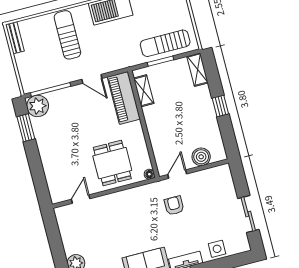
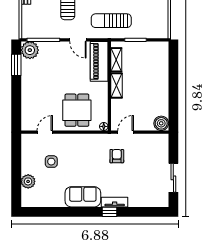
sun lounger: (165, 43) -> (111, 21), moved
shelving: (197, 70) -> (116, 86), moved
window: (220, 106) -> (173, 87), removed
boiler: (201, 157) -> (161, 123), moved
side table: (217, 249) -> (51, 162), moved

